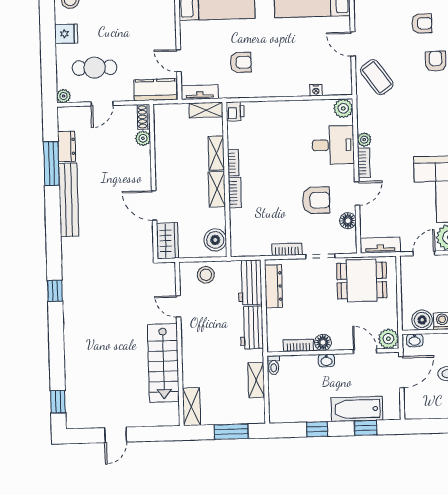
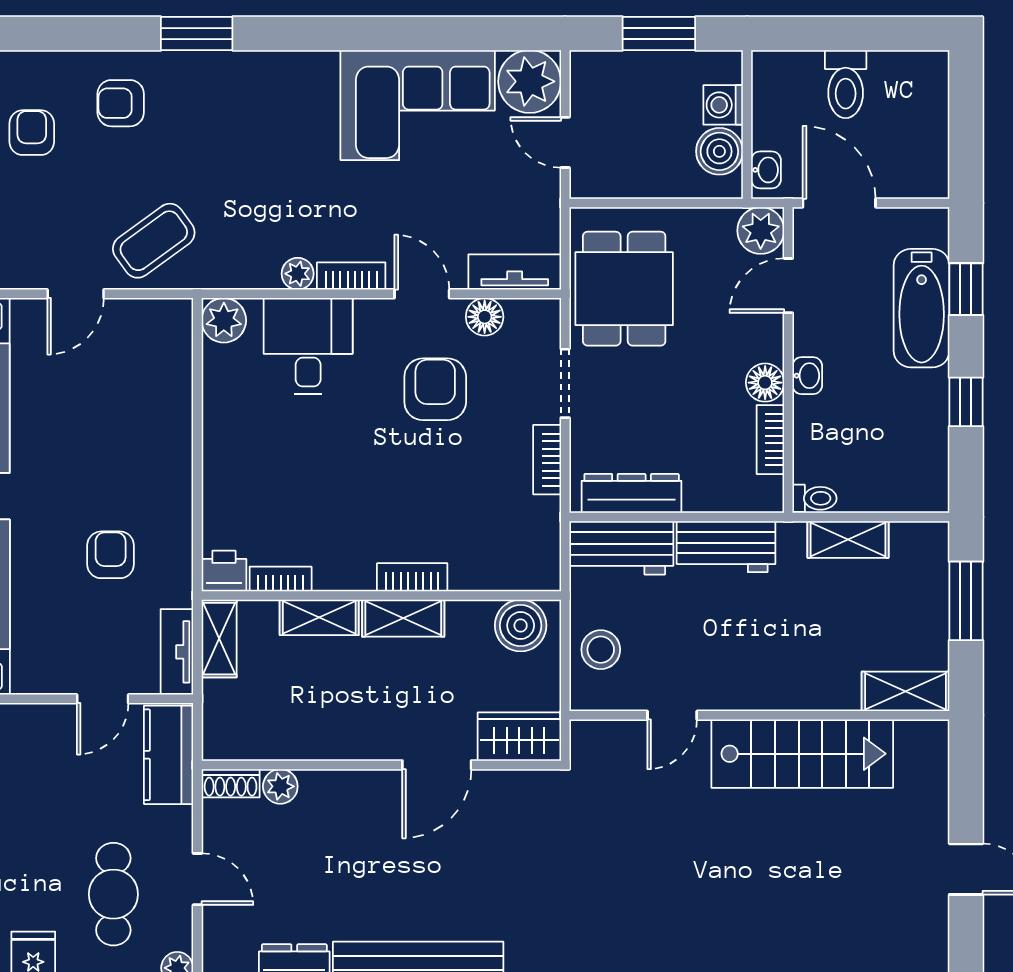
nightstand: (316, 90) -> (180, 382), removed
bookcase: (233, 163) -> (281, 579), moved
tv unit: (380, 245) -> (515, 272), moved, turned 90

